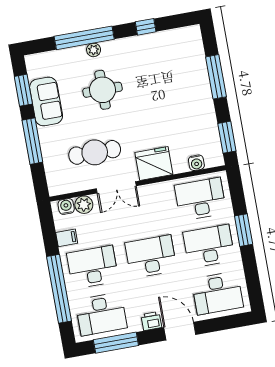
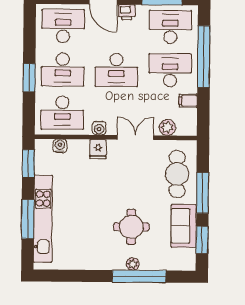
window: (146, 27) -> (82, 276), removed
kitchen unit: (200, 81) -> (43, 219), added
cafe table: (95, 152) -> (177, 174), moved, turned 90
fridge: (154, 163) -> (98, 149), width x0.53, depth x0.75
water cooler: (66, 207) -> (99, 128), moved
desk: (93, 267) -> (170, 70), turned 180

